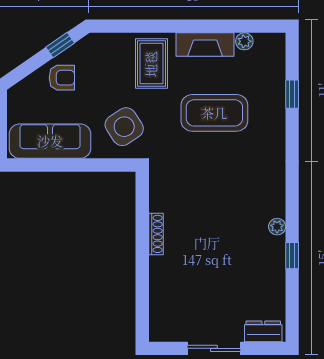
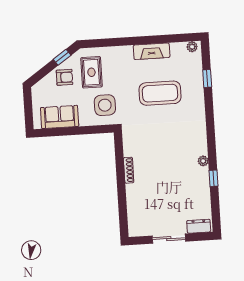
plant: (244, 41) -> (192, 47), moved
rug: (151, 64) -> (91, 72), moved
side table: (124, 127) -> (105, 105), turned 33
sofa: (50, 141) -> (60, 117), width x0.73

